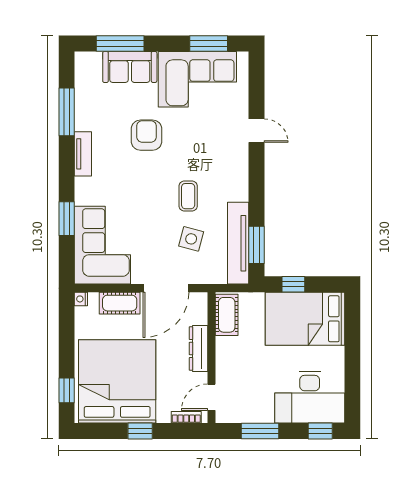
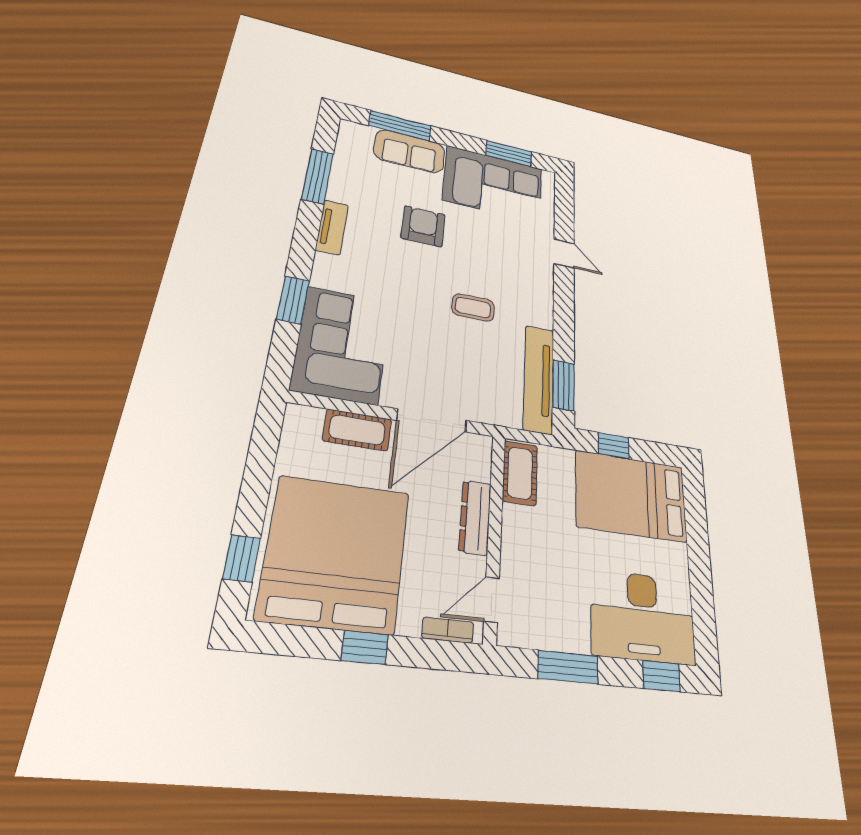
coffee table: (188, 196) -> (473, 307), turned 90
side table: (191, 239) -> (474, 361), removed
nightstand: (81, 299) -> (295, 414), removed

